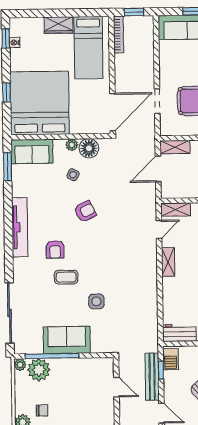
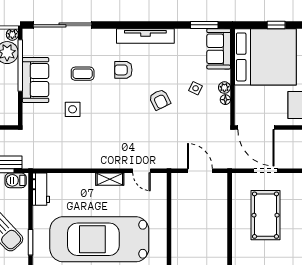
shelving: (175, 147) -> (221, 187), removed
floor lamp: (89, 148) -> (225, 100), width x0.53, depth x0.53
shelving: (176, 210) -> (160, 187), removed
coffee table: (66, 277) -> (83, 74), moved, turned 90

